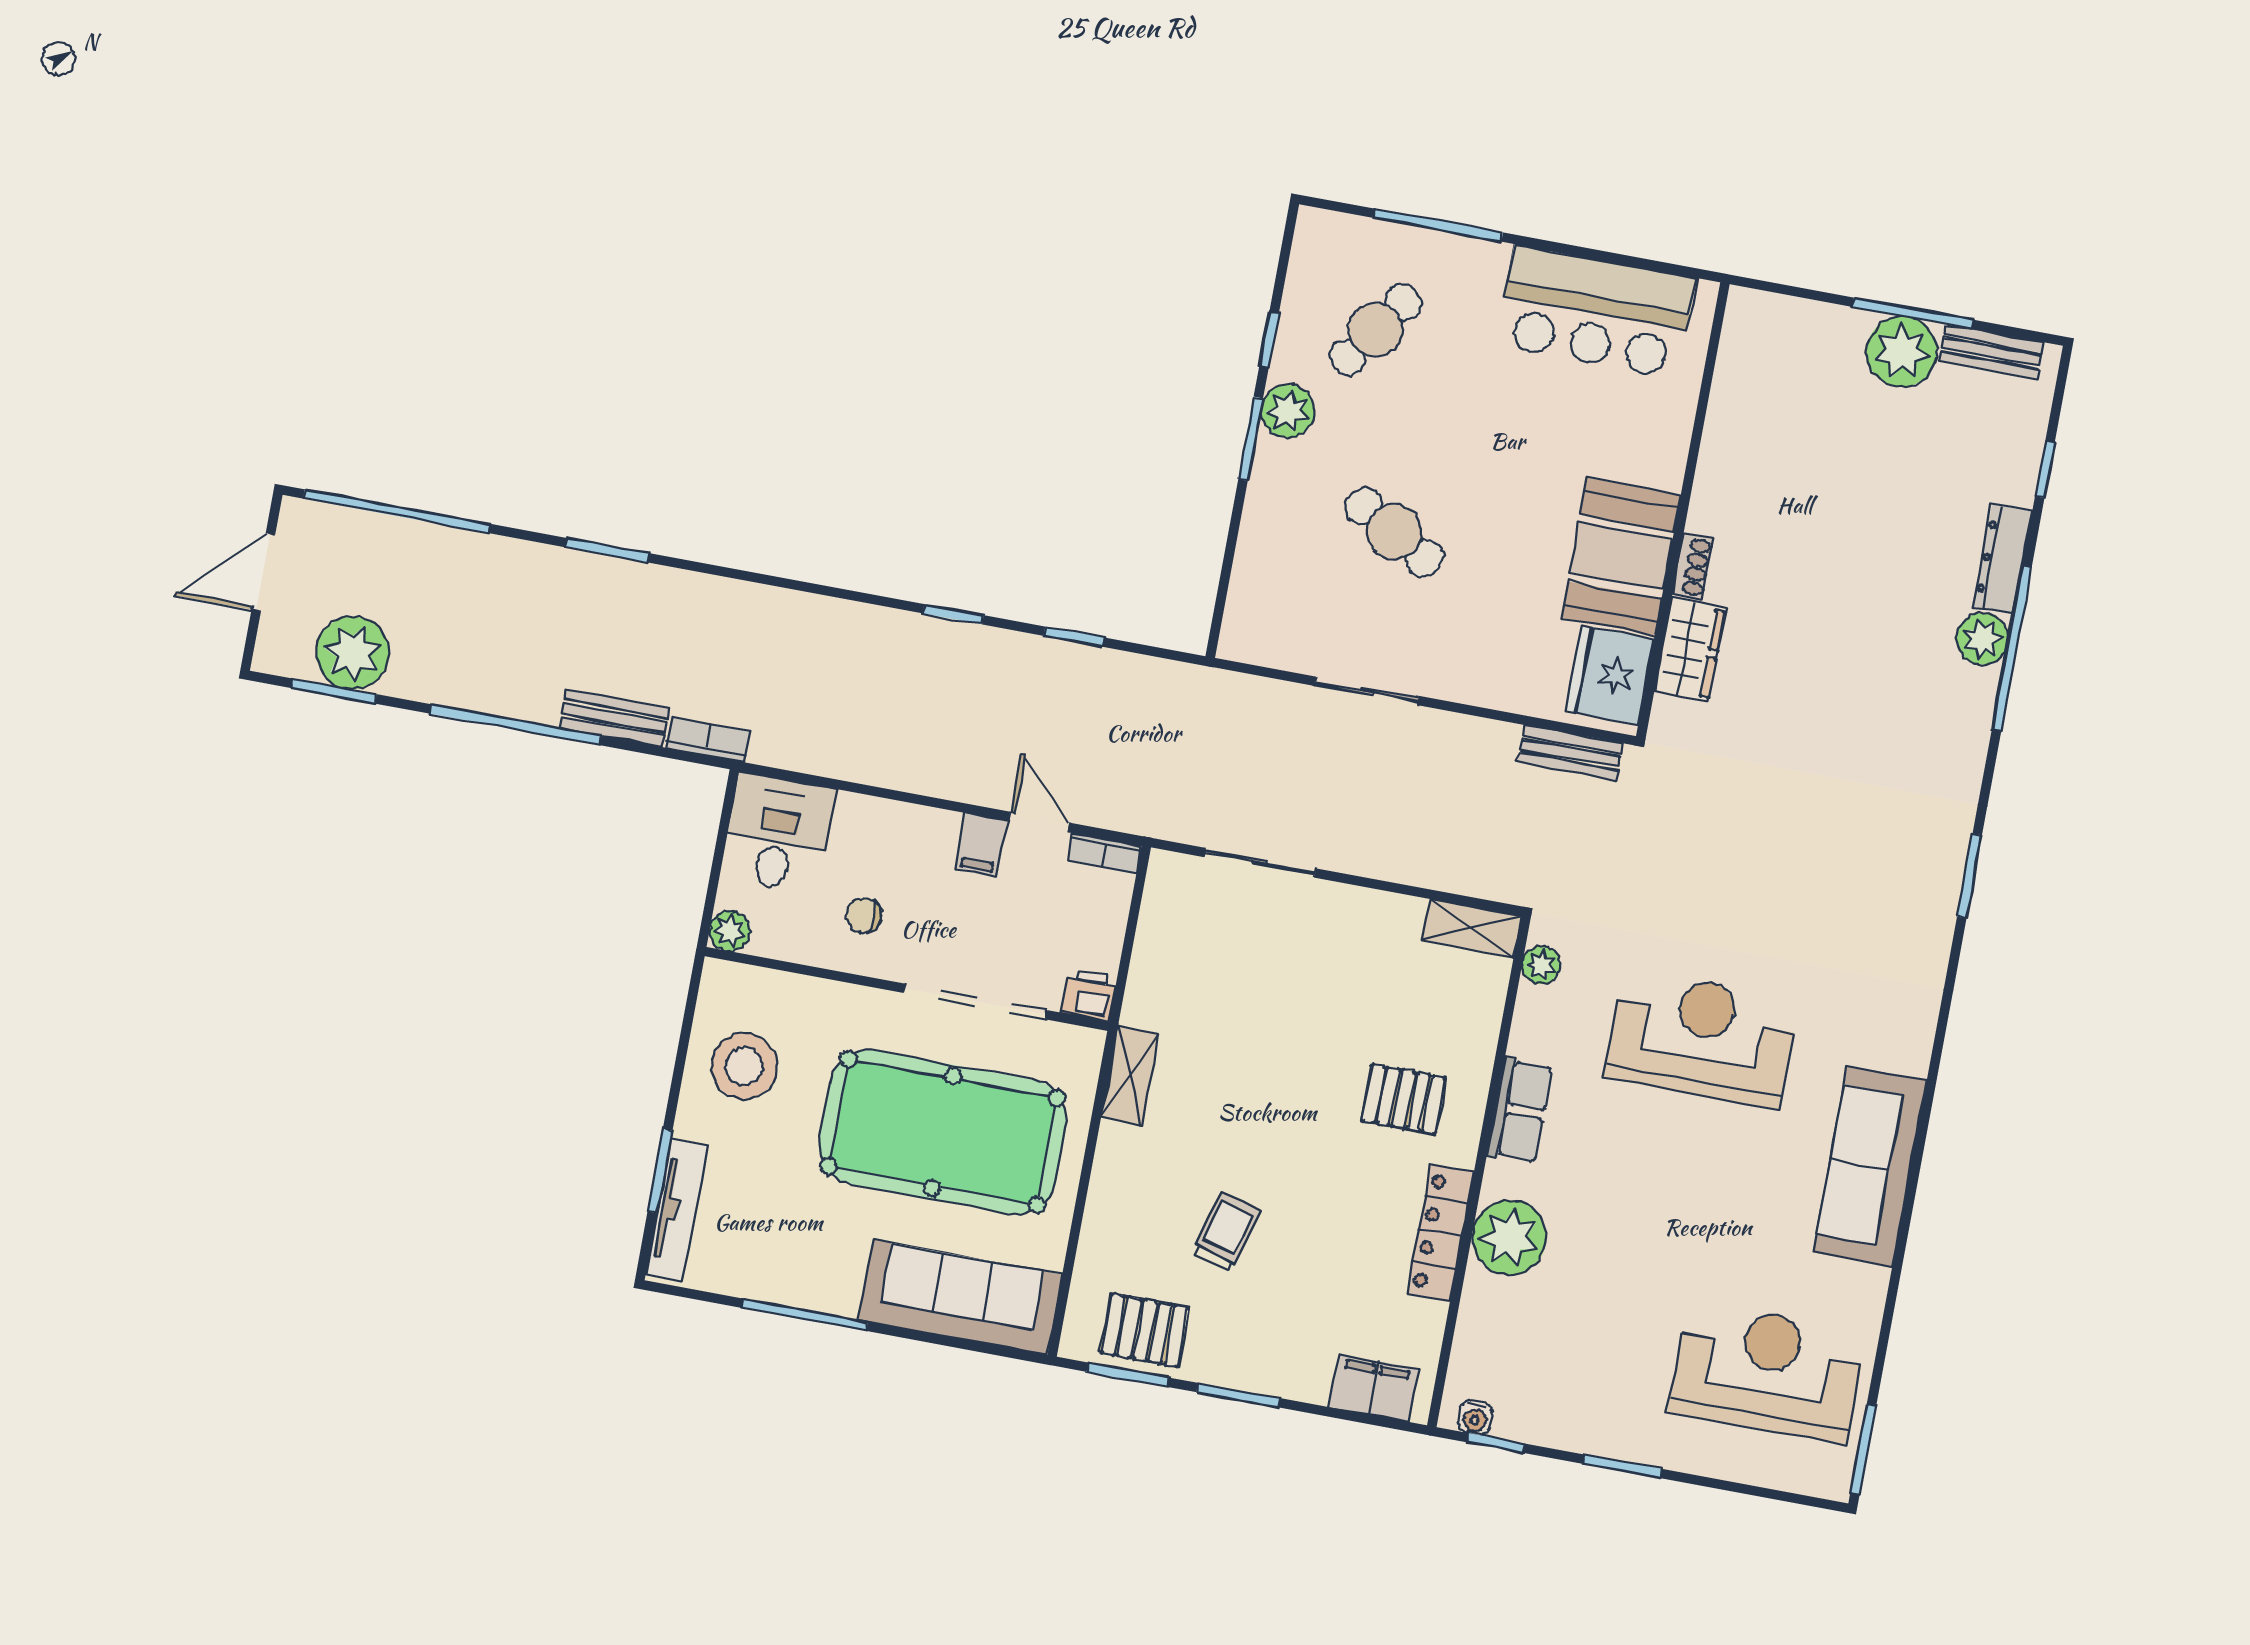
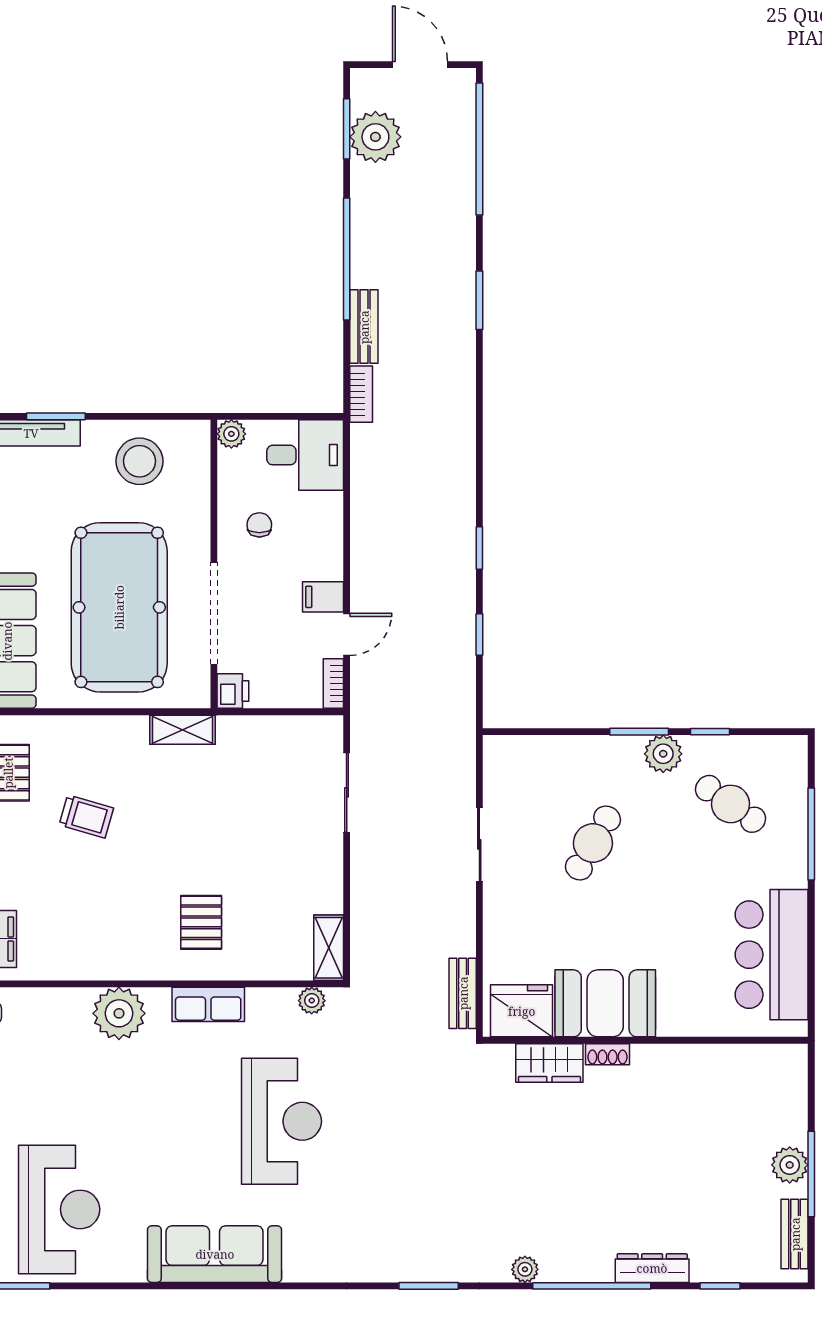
plant: (1902, 352) -> (790, 1165), width x0.73, depth x0.73
plant: (1982, 639) -> (525, 1269), moved, width x0.73, depth x0.73
locker: (1440, 1233) -> (113, 965), removed

